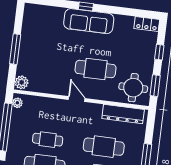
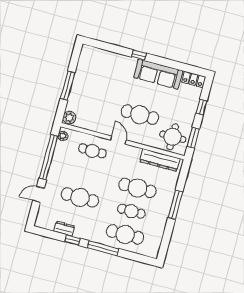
sofa: (89, 21) -> (158, 74), moved
cafe table: (48, 140) -> (92, 151), moved

